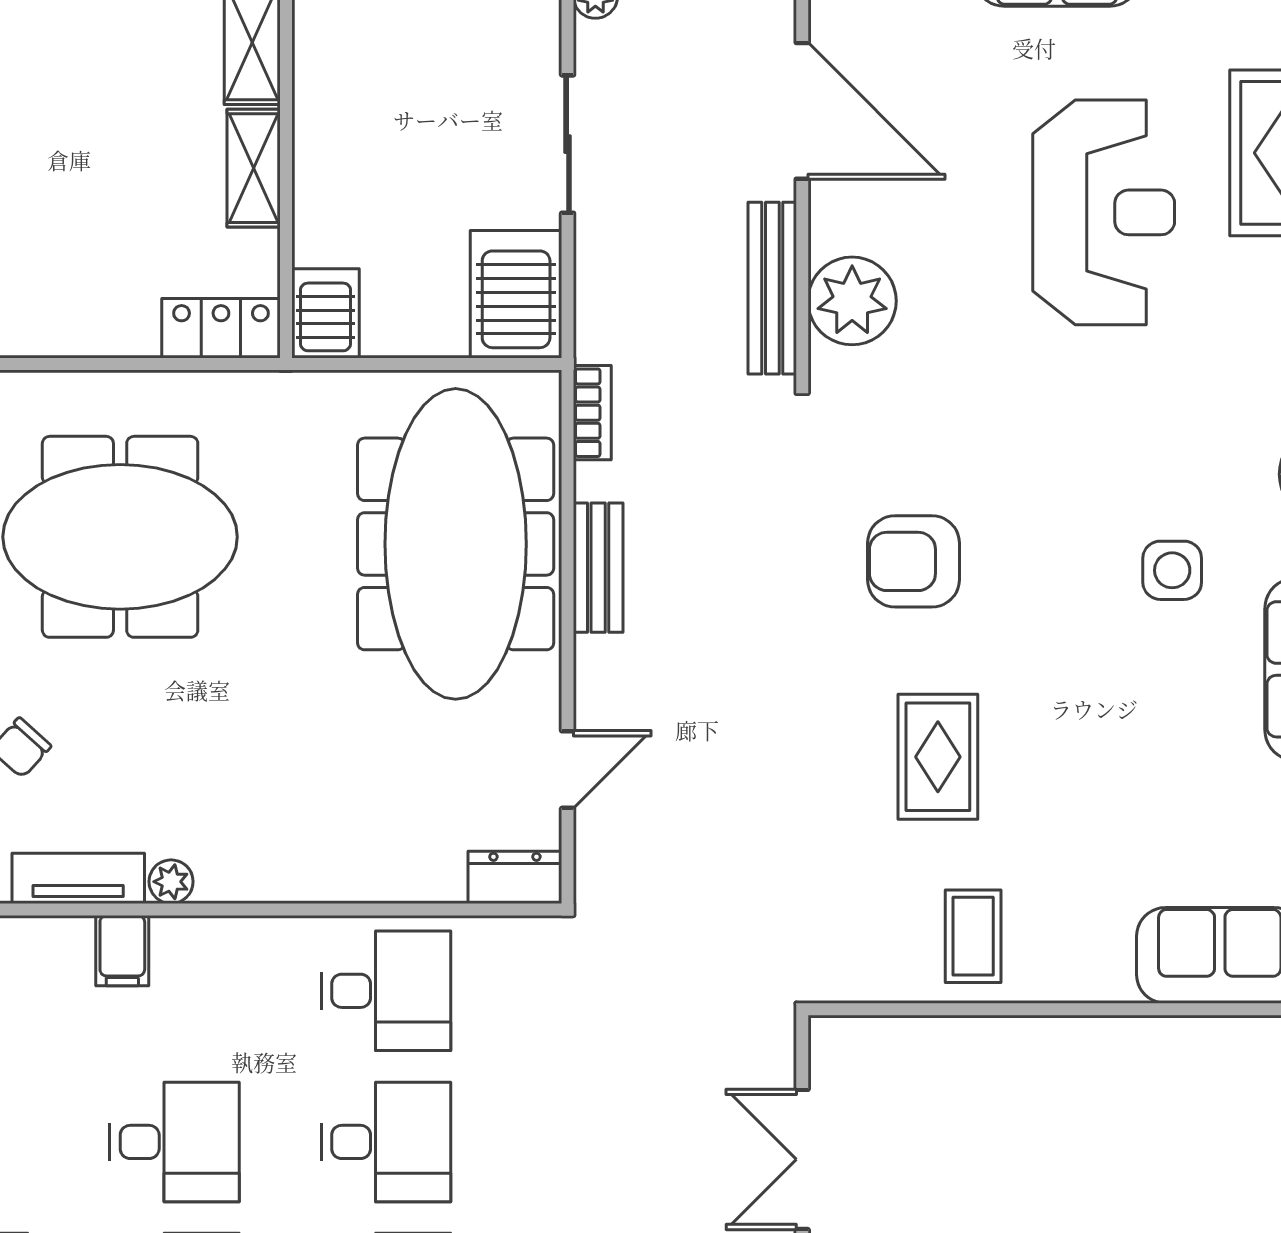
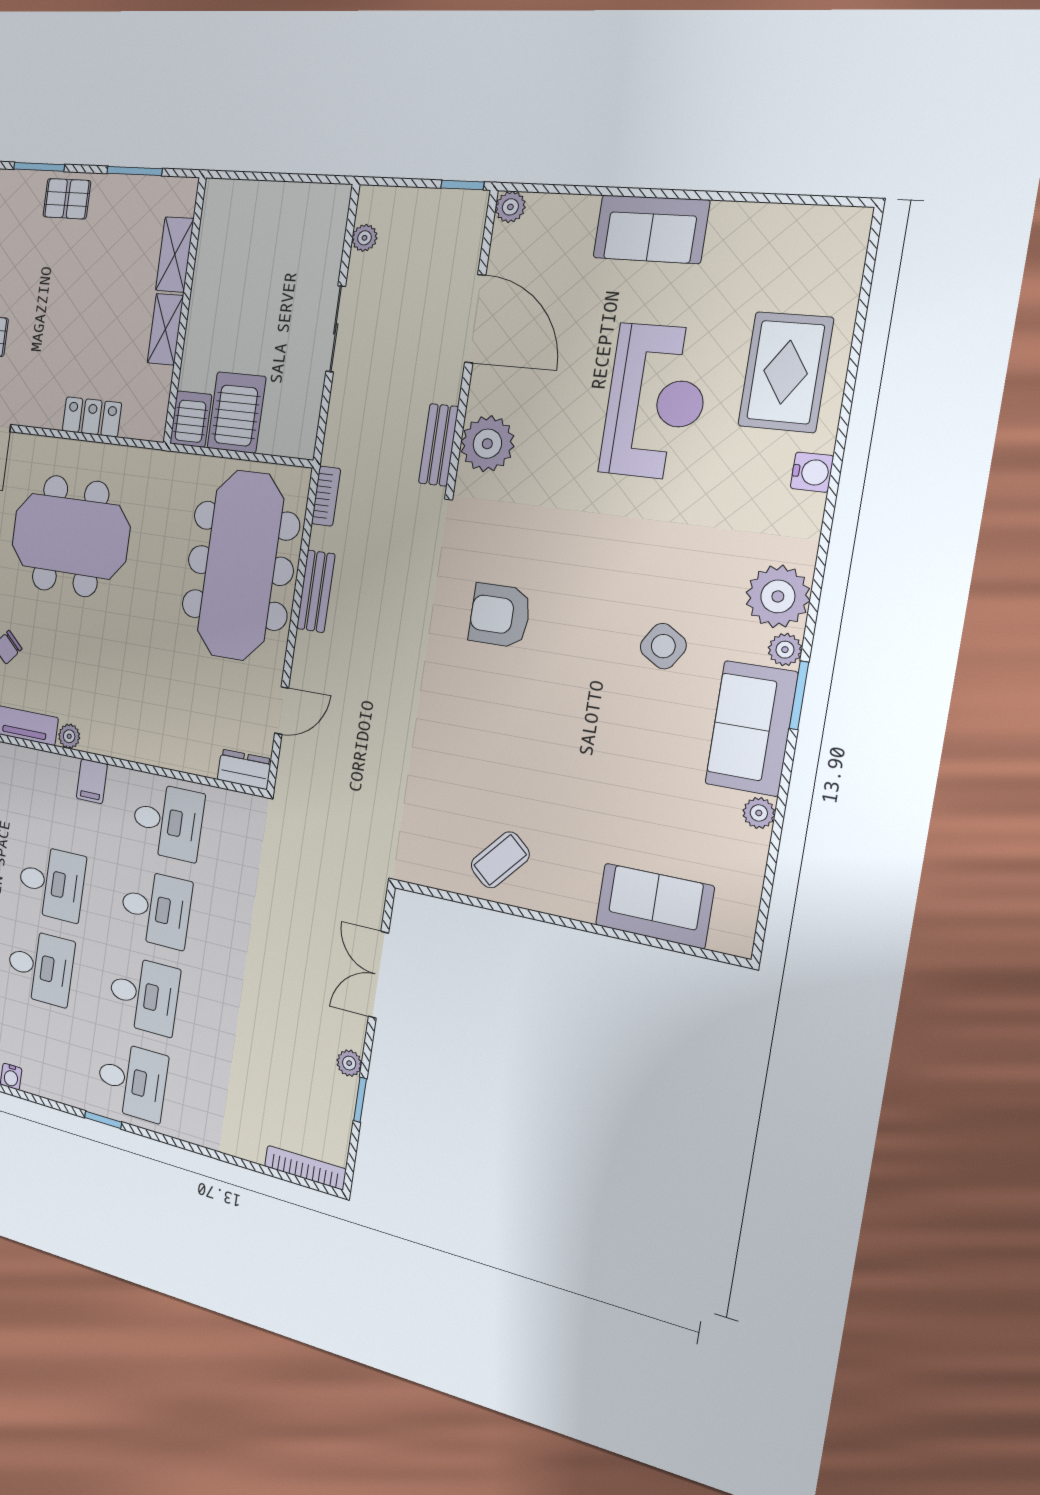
bench: (772, 288) -> (439, 445), width x0.73
server rack: (516, 294) -> (236, 412), moved
locker: (221, 328) -> (92, 417), moved
side table: (1172, 570) -> (663, 646), turned 32
rug: (938, 757) -> (496, 742), removed
coffee table: (973, 936) -> (500, 860), turned 41
filing cabinet: (122, 951) -> (92, 781), moved

